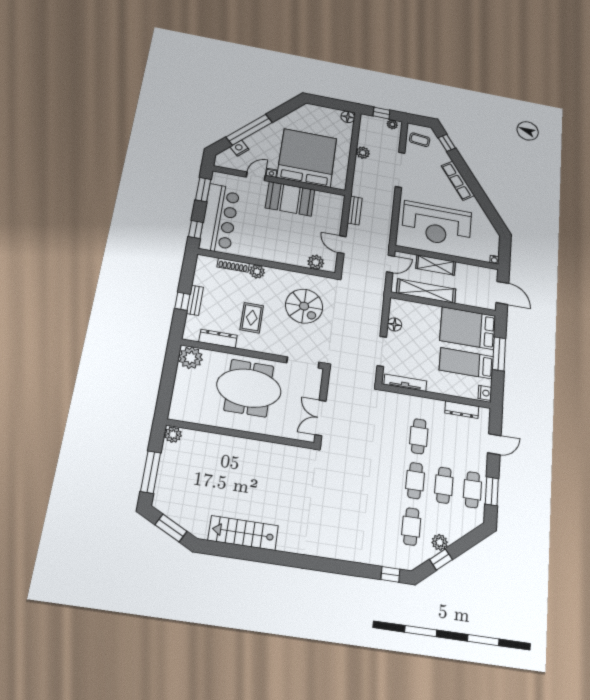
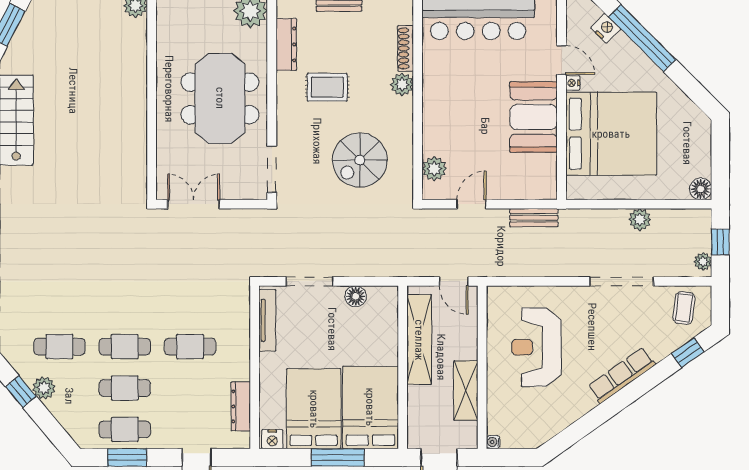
reception desk: (437, 224) -> (536, 347), width x0.74, depth x0.77
shelving: (436, 265) -> (466, 390), moved
bed: (466, 363) -> (314, 409), width x1.50

